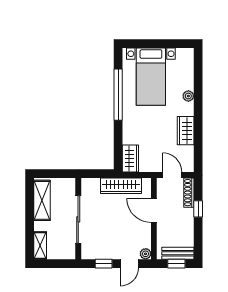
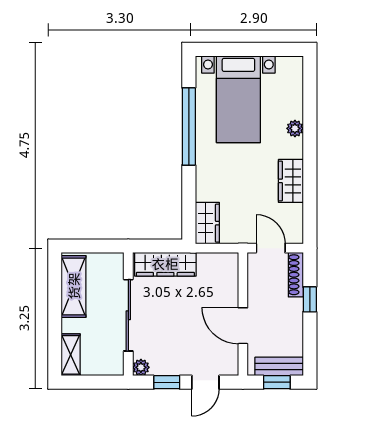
wardrobe: (121, 186) -> (165, 264), moved
door: (154, 210) -> (243, 326), moved
plant: (146, 254) -> (141, 367), moved

